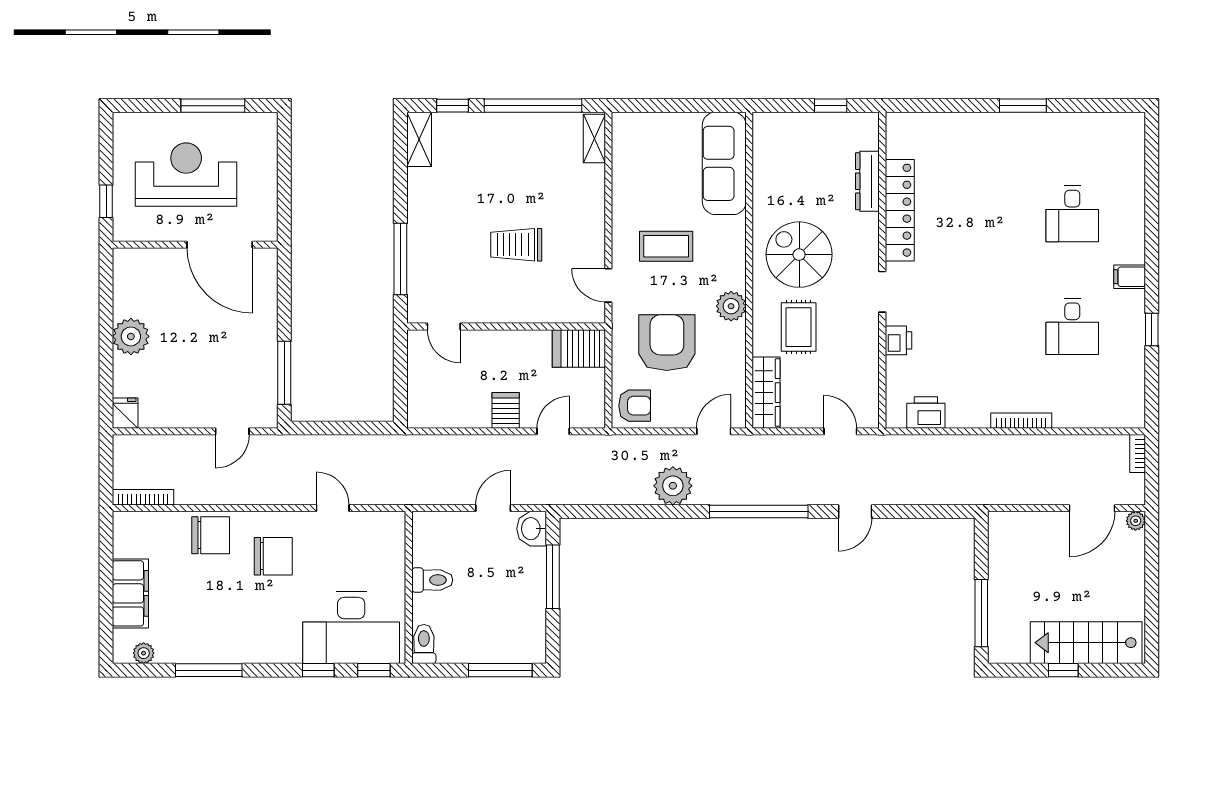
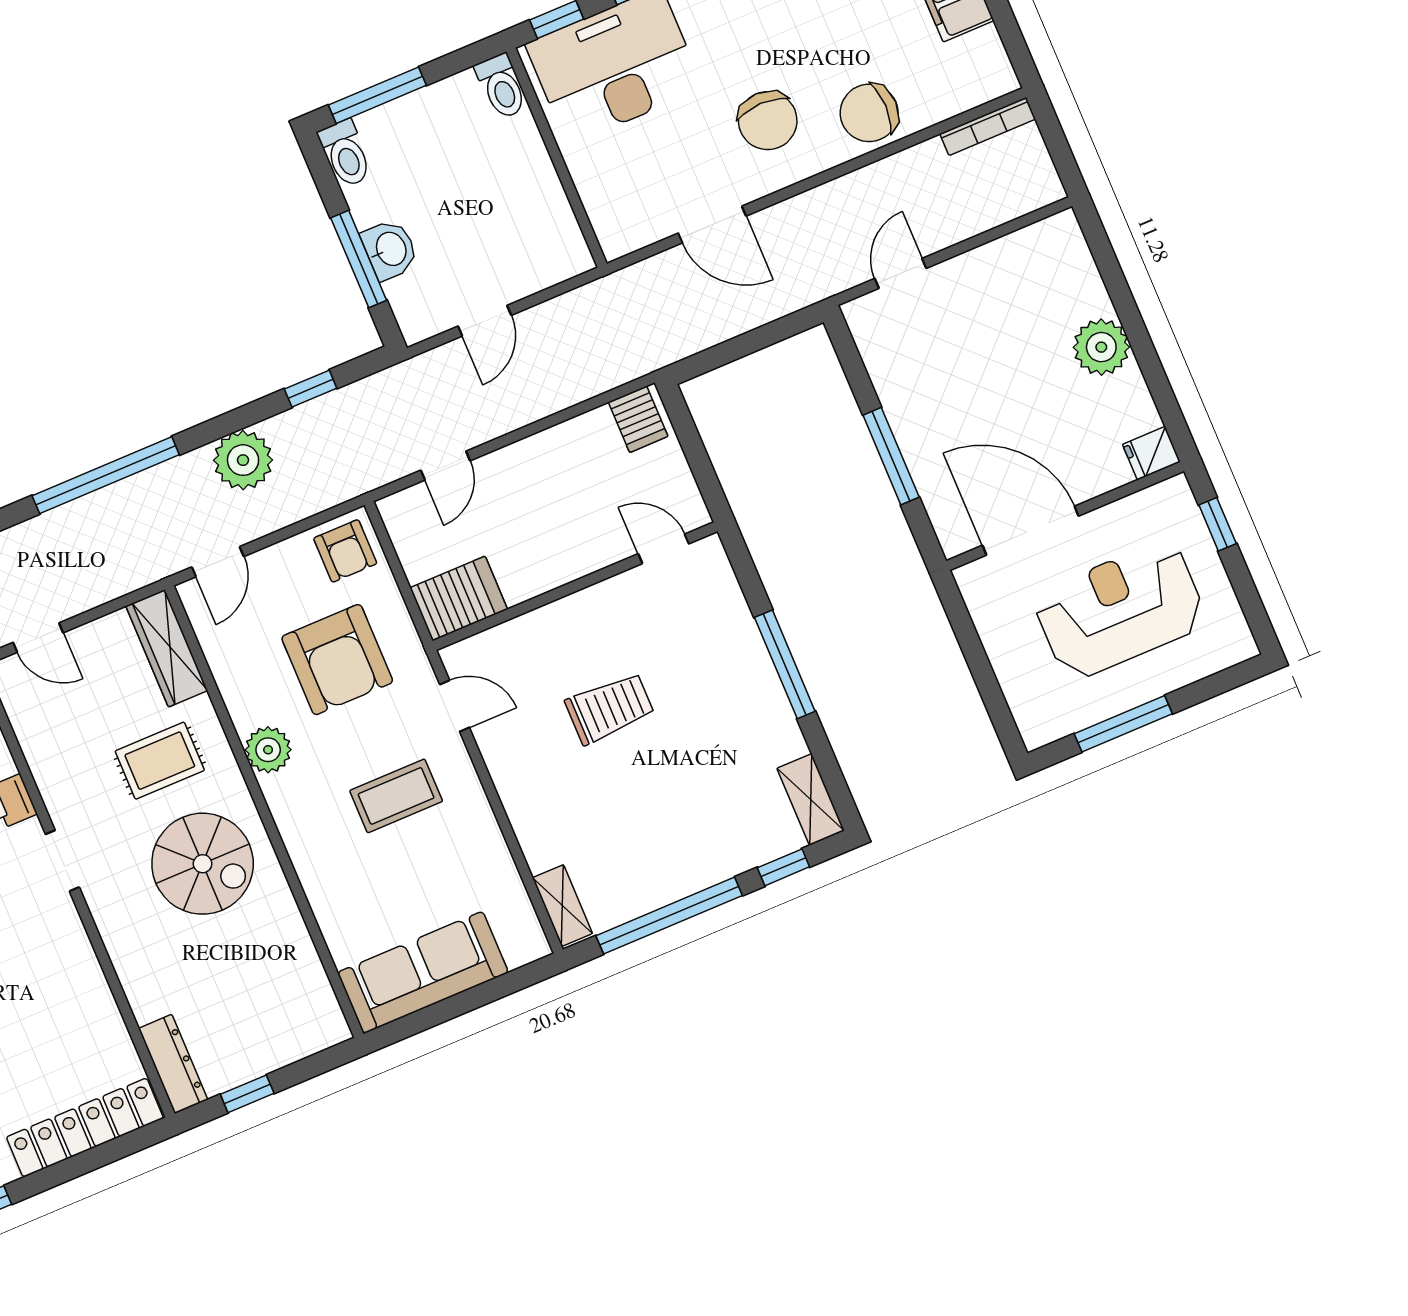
sofa: (724, 163) -> (423, 972), moved, turned -90
reception desk: (186, 175) -> (1120, 610), turned 180
dresser: (867, 181) -> (173, 1064), moved
locker: (900, 210) -> (85, 1128), moved, turned 90
window: (400, 259) -> (785, 664), moved
rug: (799, 327) -> (160, 761), turned 90
window: (284, 373) -> (891, 456), moved
armchair: (635, 406) -> (345, 551), turned -90
server rack: (506, 410) -> (638, 419), moved
fridge: (125, 413) -> (1151, 453), moved, turned 90
door: (333, 508) -> (712, 225), width x1.38
window: (614, 511) -> (311, 389), added
washbasin: (532, 529) -> (390, 249), moved
chair: (273, 556) -> (768, 121), turned -90
toilet: (432, 580) -> (345, 153), moved, turned -90

